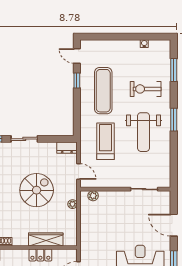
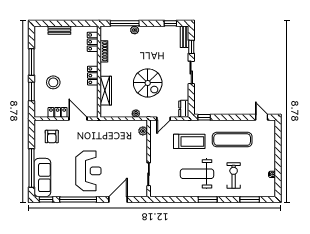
door: (77, 56) -> (262, 117), hinge flipped
window: (77, 80) -> (204, 117), moved
locker: (40, 255) -> (93, 76), moved

